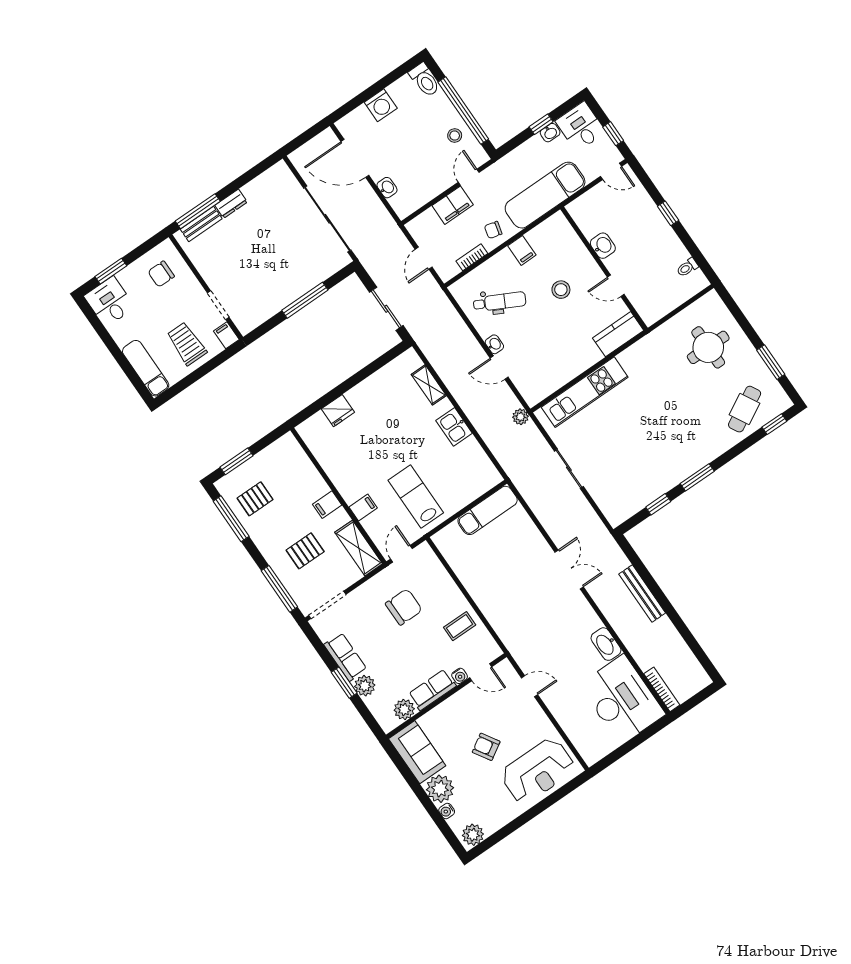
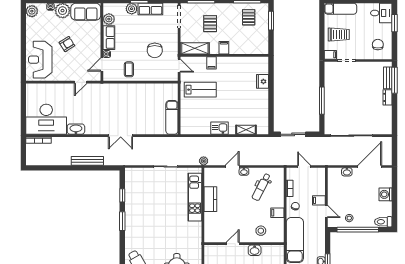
filing cabinet: (453, 205) -> (319, 200), width x0.50
stool: (561, 290) -> (261, 231), moved
kitchen counter: (618, 334) -> (210, 199), moved

